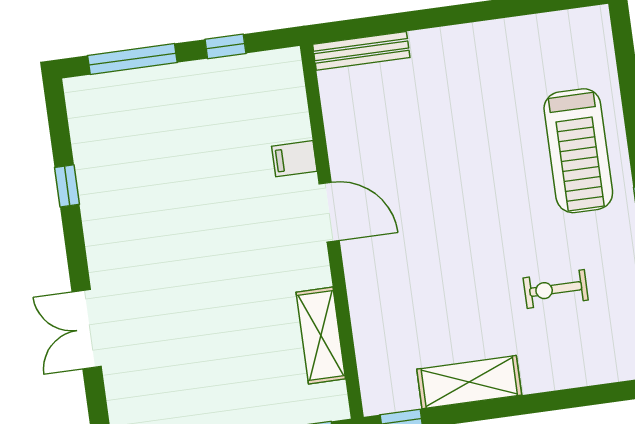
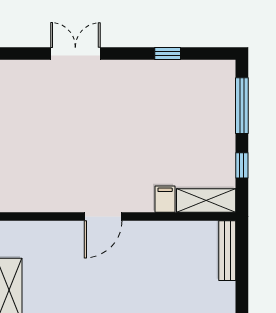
door: (329, 212) -> (103, 216), moved
shelving: (321, 336) -> (206, 201), moved

